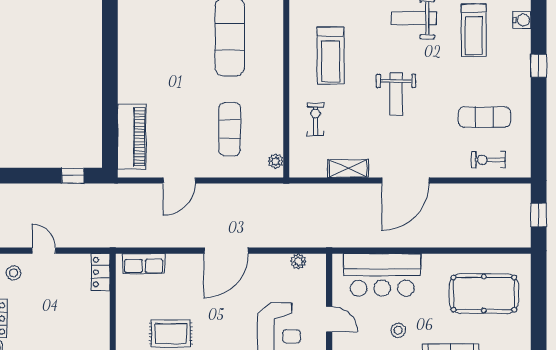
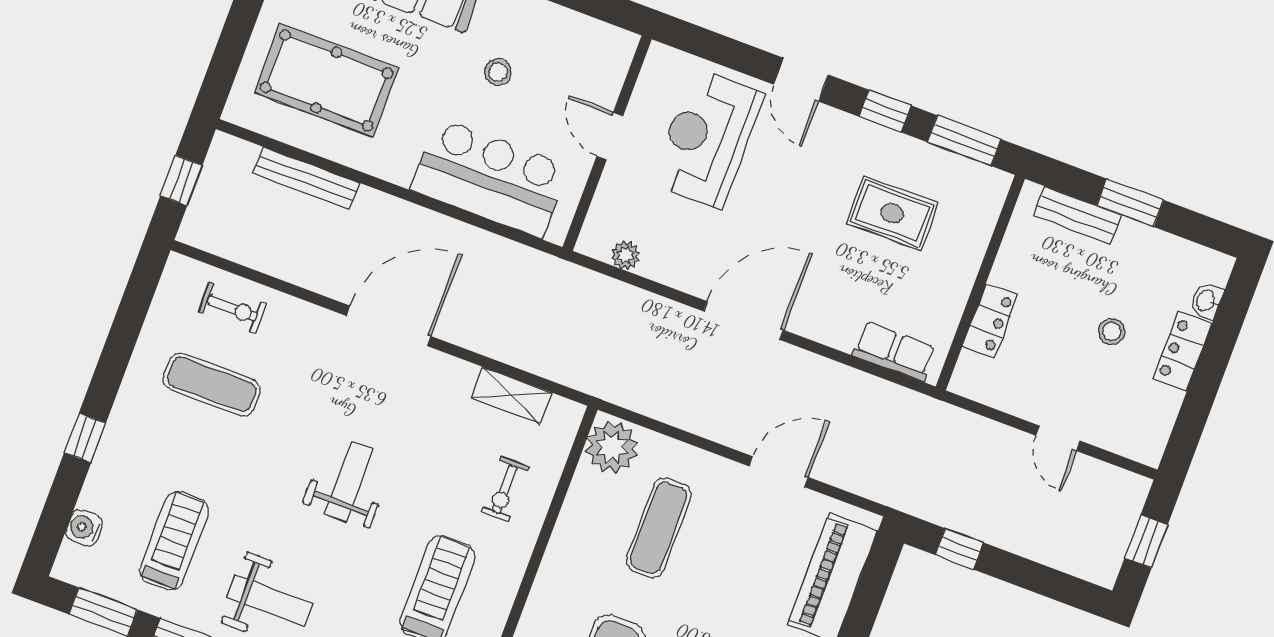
plant: (276, 161) -> (612, 447), width x1.87, depth x1.87
shelving: (348, 169) -> (511, 395), moved
bench: (475, 240) -> (307, 178), added
locker: (101, 272) -> (990, 321), moved
stool: (14, 273) -> (1112, 331), moved

